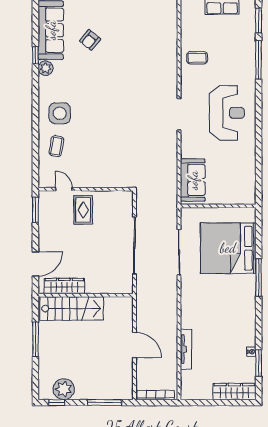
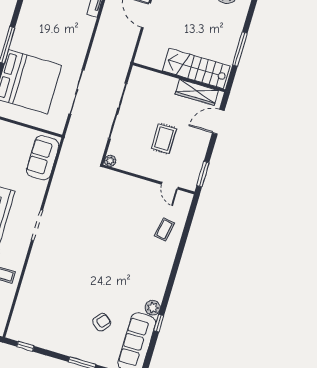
side table: (60, 113) -> (152, 260), removed
plant: (128, 196) -> (110, 161), added
rug: (83, 210) -> (164, 139), moved

